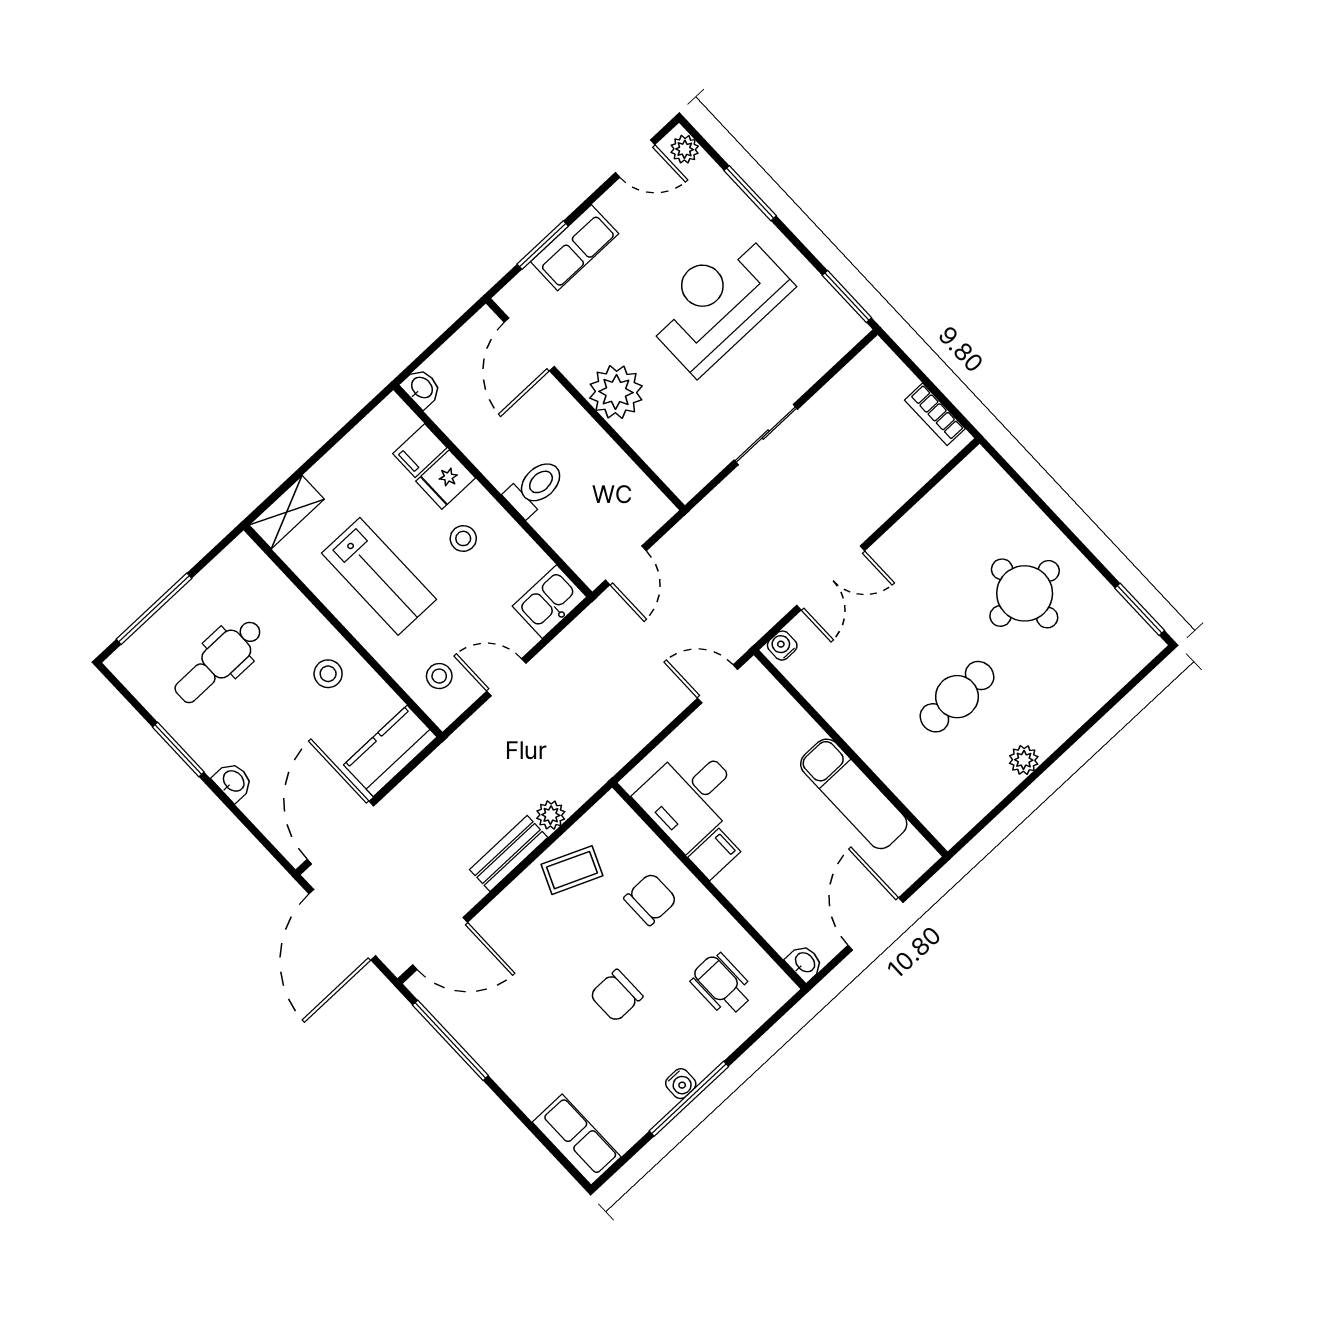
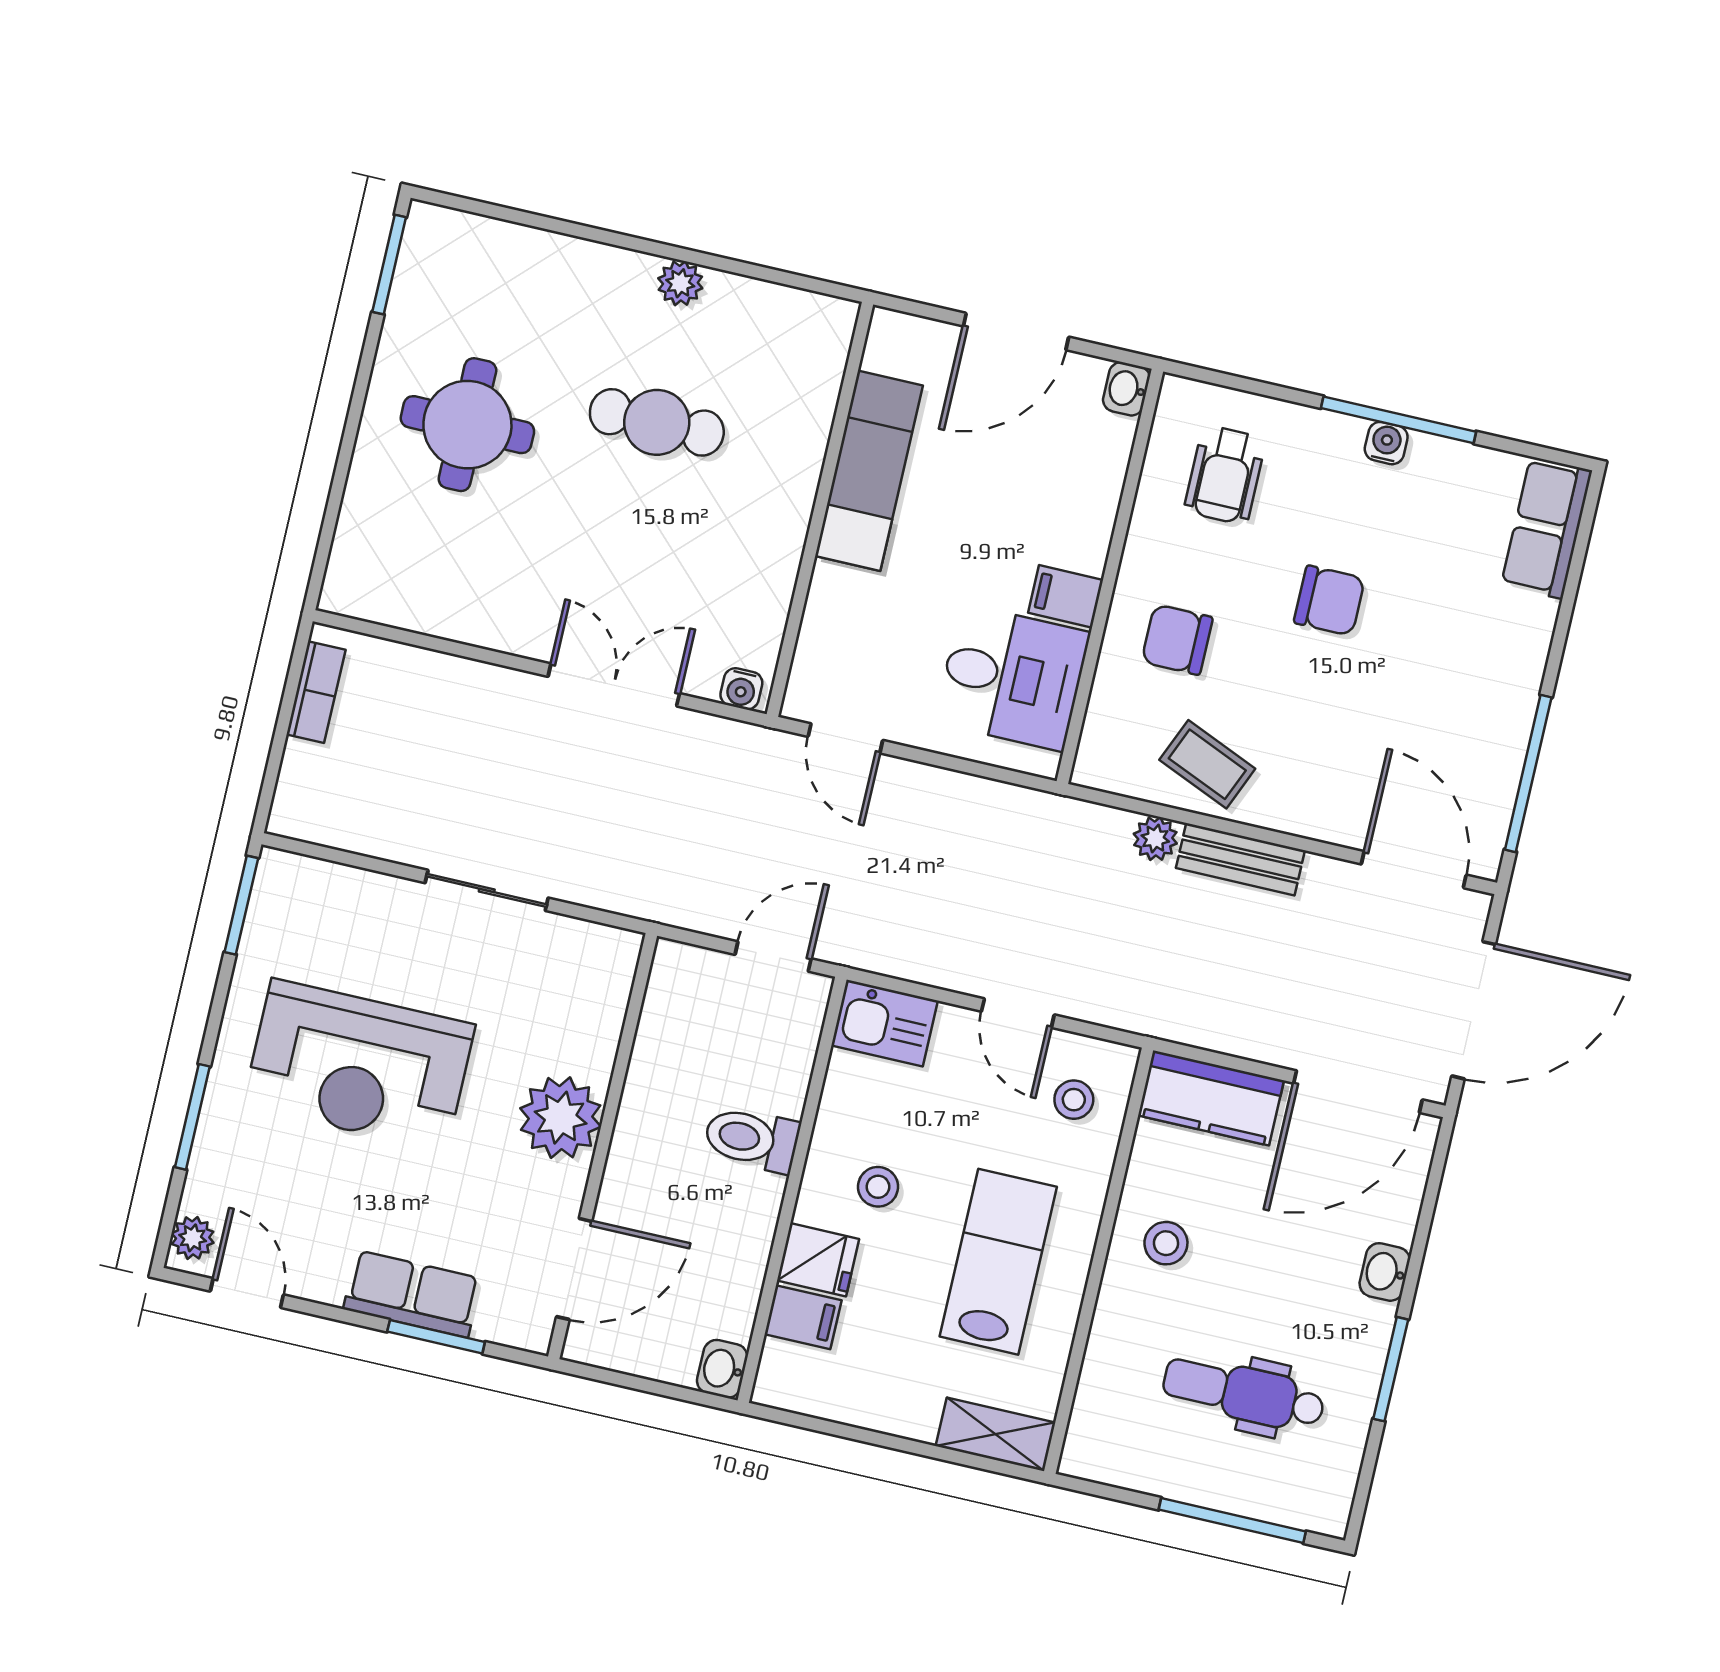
dental chair: (219, 661) -> (1244, 1393), turned 180

